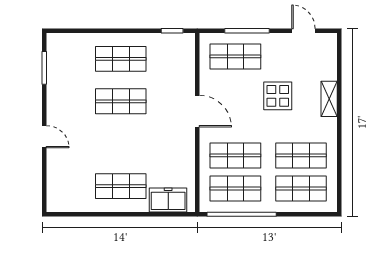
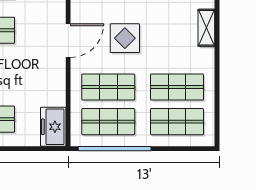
display table: (278, 96) -> (125, 38), moved
door: (197, 111) -> (68, 41), hinge flipped
freezer: (168, 200) -> (53, 127), moved, turned -90

